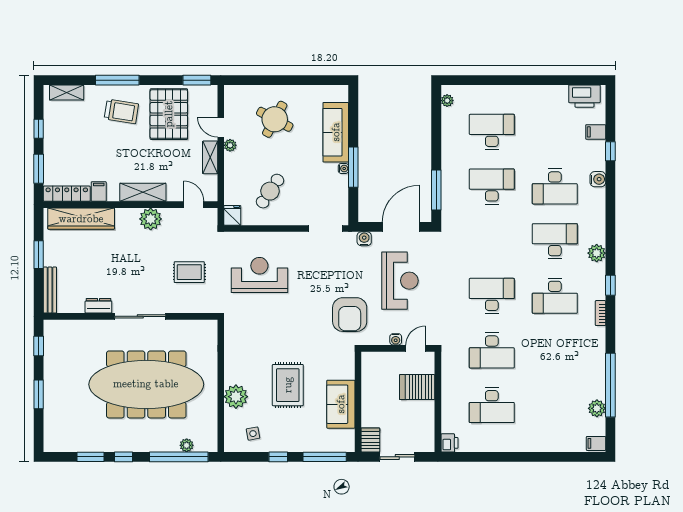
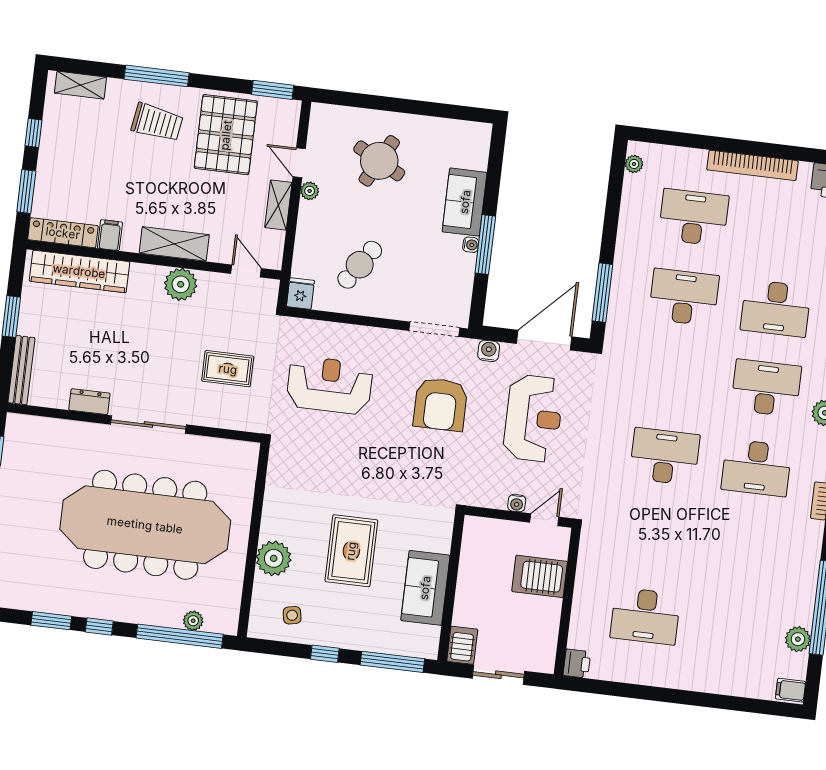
bookcase: (527, 92) -> (752, 165), added
sofa: (336, 132) -> (465, 202), width x0.73
armchair: (350, 315) -> (440, 404), moved
desk: (492, 350) -> (655, 536), removed

